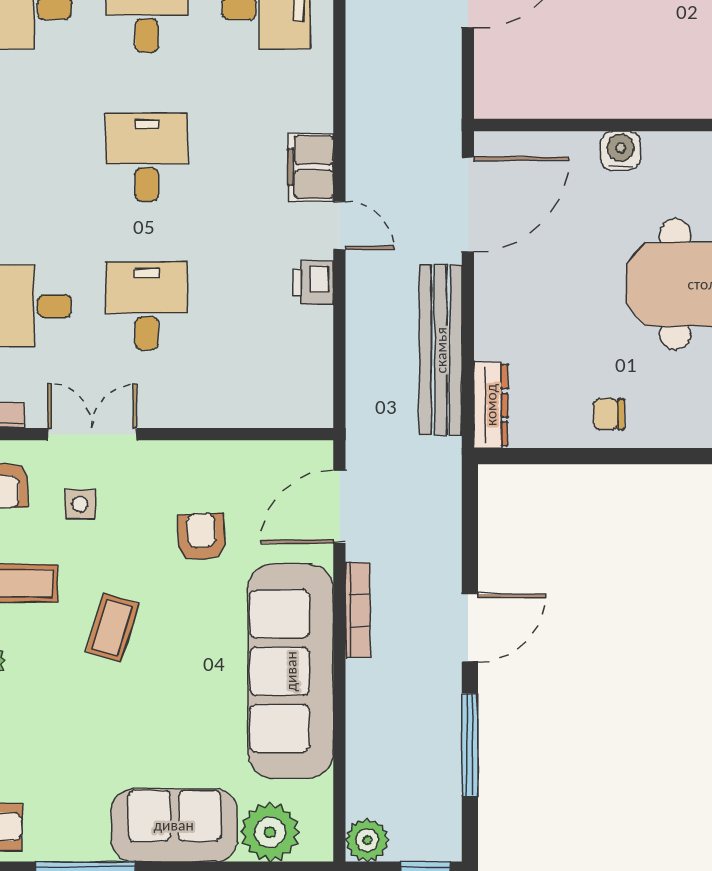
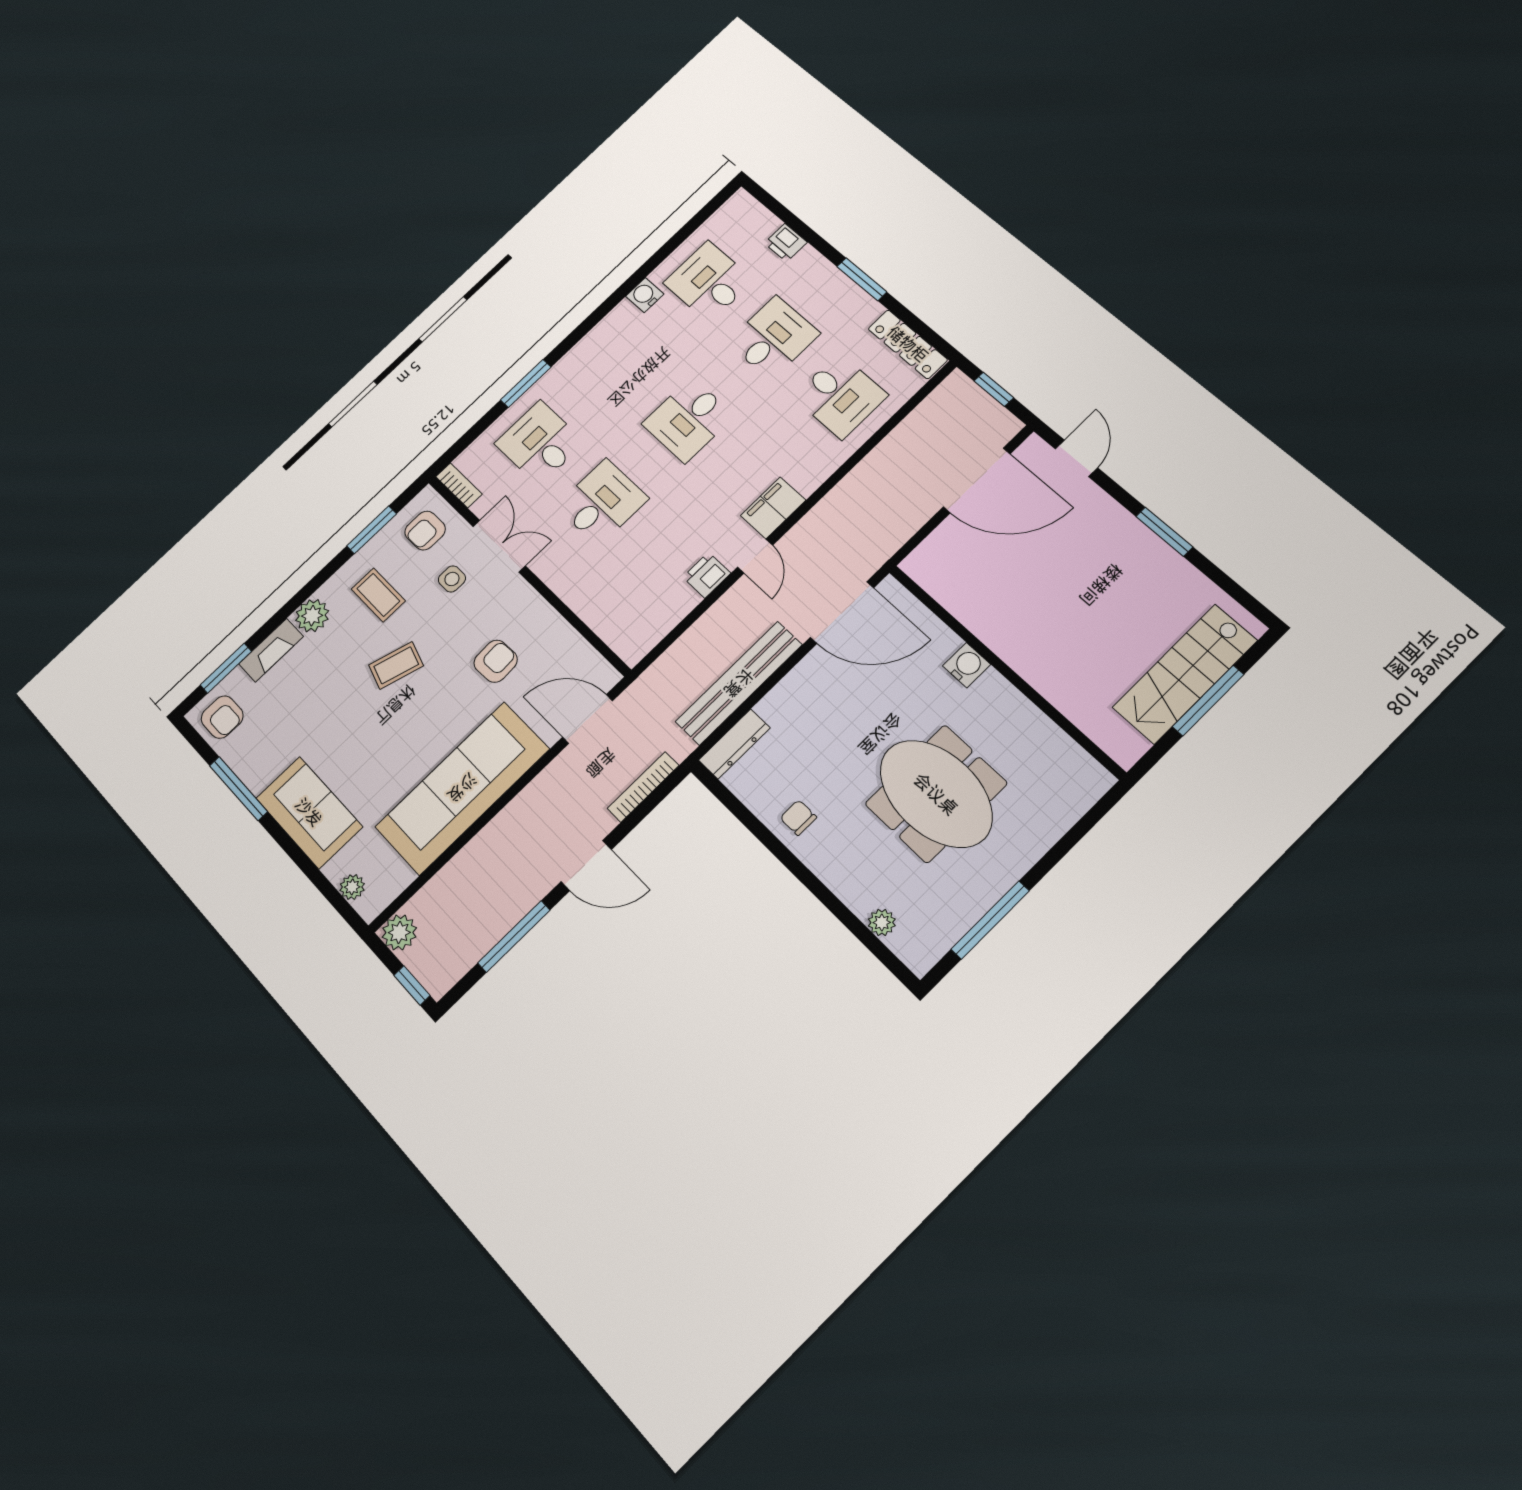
desk: (147, 157) -> (688, 420), turned 180
bookcase: (358, 610) -> (643, 787), moved, turned 180
plant: (270, 832) -> (352, 887), width x0.53, depth x0.53

